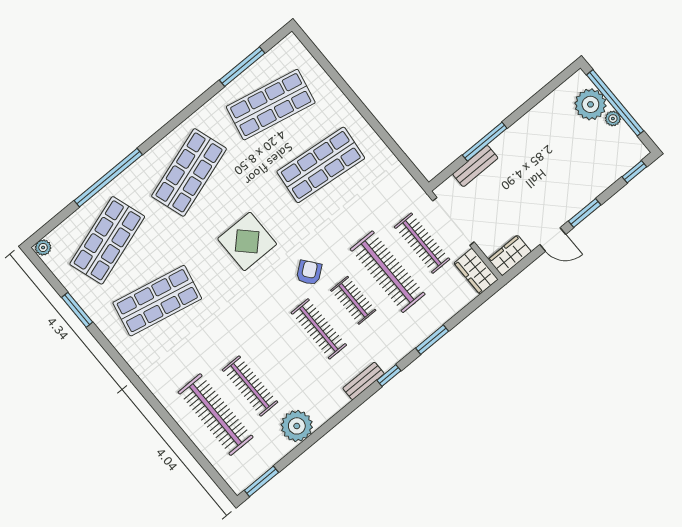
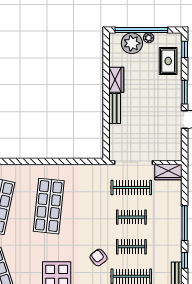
window: (485, 142) -> (106, 113), removed
rug: (605, 164) -> (168, 61), added
bench: (475, 166) -> (115, 108), moved
wardrobe: (510, 255) -> (116, 80), moved, turned 180
clothes rail: (388, 272) -> (131, 217), width x0.54, depth x0.76
window: (432, 340) -> (185, 223), width x1.44

